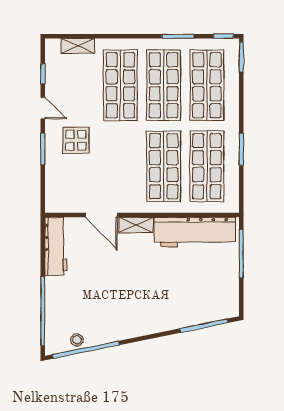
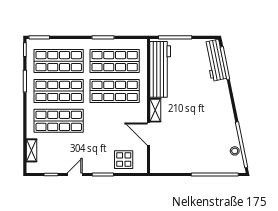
display table: (76, 140) -> (124, 160), moved
door: (101, 215) -> (149, 134), swing flipped
workbench: (56, 246) -> (215, 60), moved, turned -102

